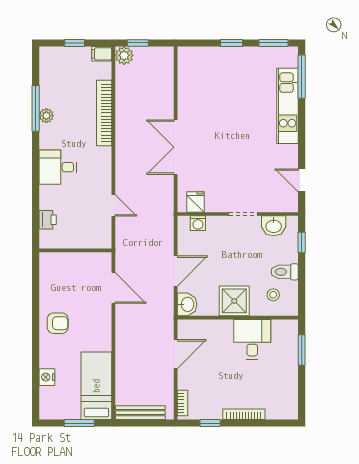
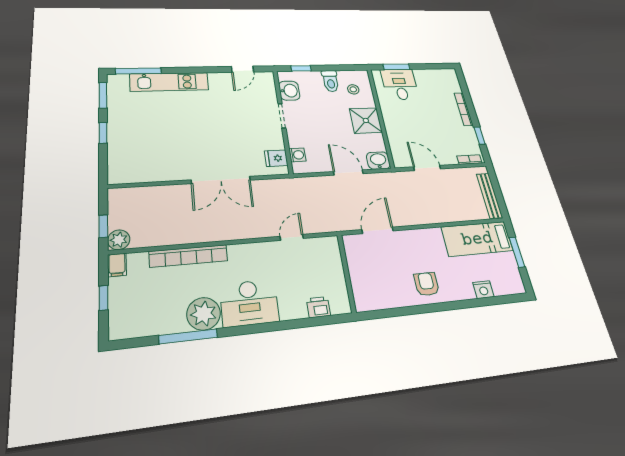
plant: (46, 116) -> (204, 314), width x1.88, depth x1.88
desk: (58, 167) -> (249, 303), width x1.37
desk: (252, 339) -> (400, 84), moved, turned 90

